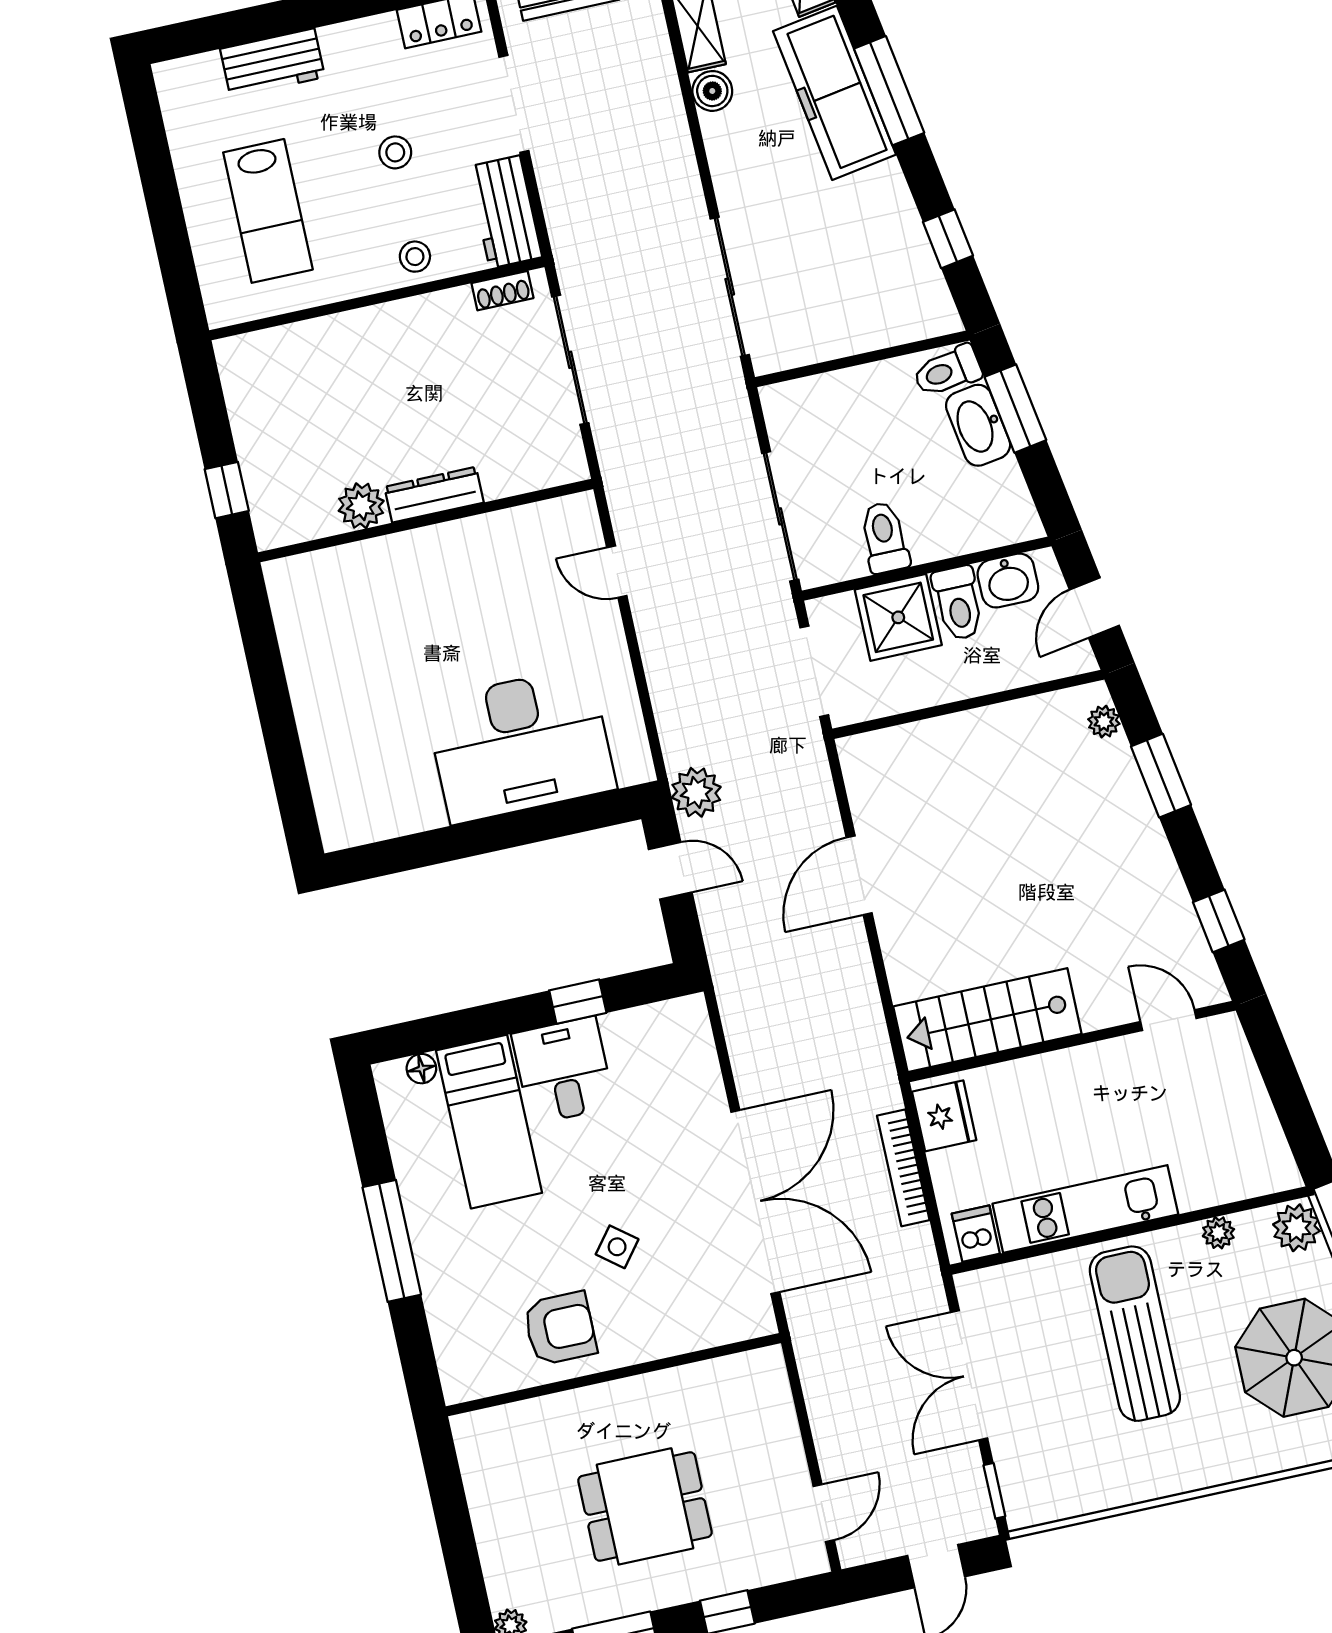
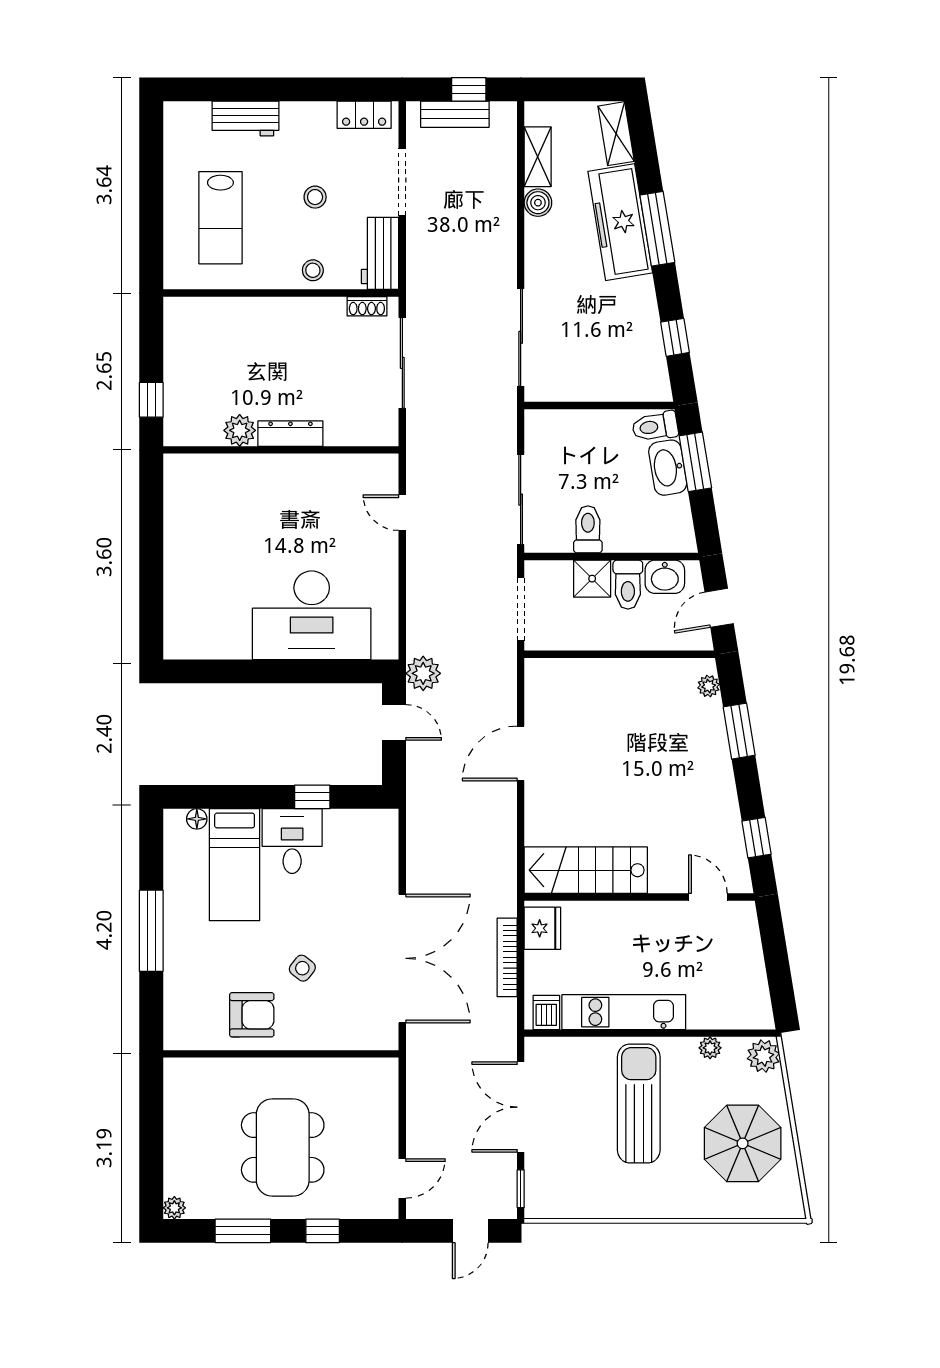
shower: (898, 617) -> (592, 579), width x0.73, depth x0.73
dining table: (645, 1506) -> (283, 1147), width x1.38

